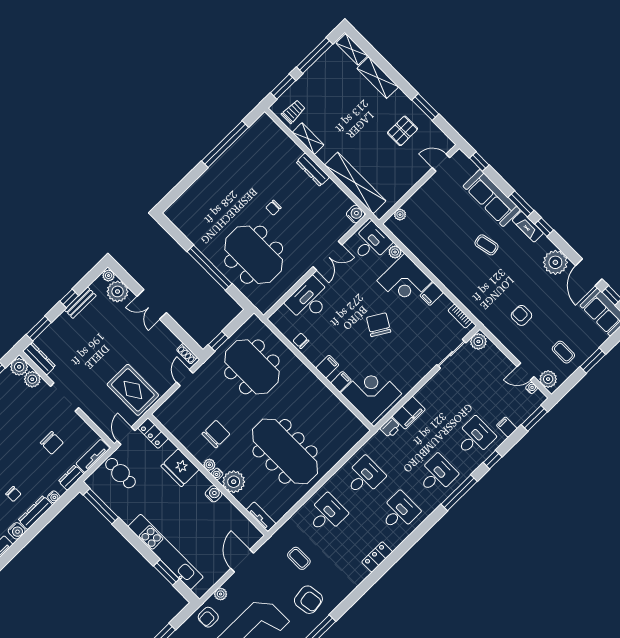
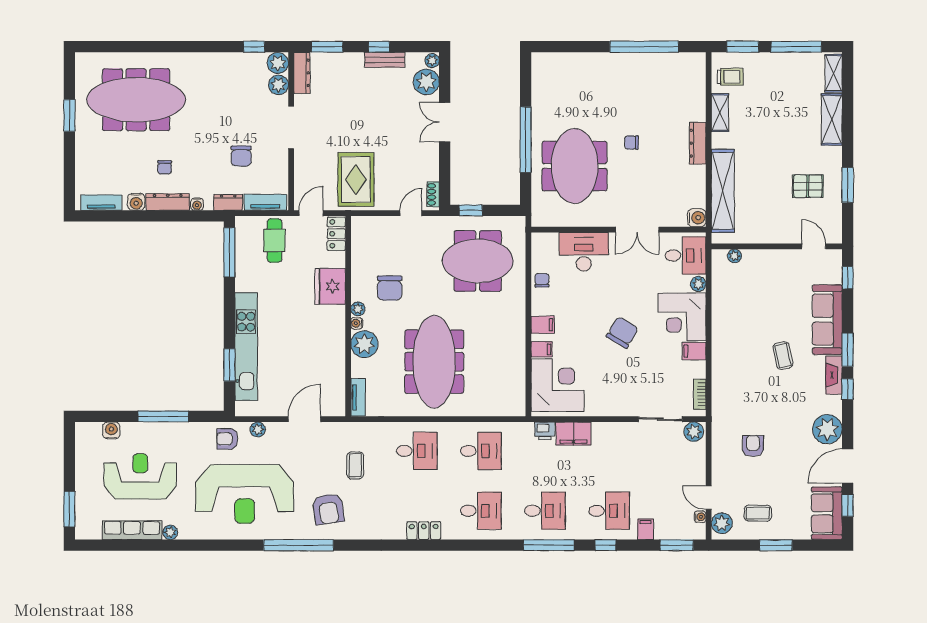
coffee table: (563, 352) -> (758, 513), turned 90
meeting table: (252, 367) -> (478, 261), turned 90
chair: (216, 434) -> (390, 288), turned 90
water cooler: (214, 494) -> (337, 337), removed

